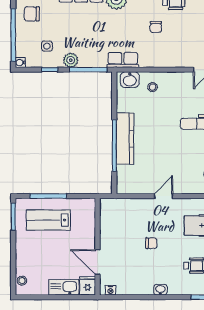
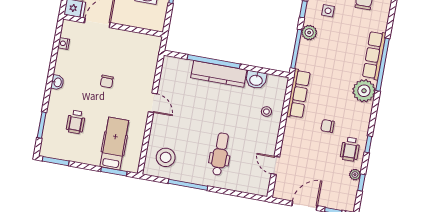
row of seats: (123, 60) -> (298, 94), width x1.48
washbasin: (130, 80) -> (256, 80), moved, turned -90
nightstand: (111, 290) -> (64, 43), moved

